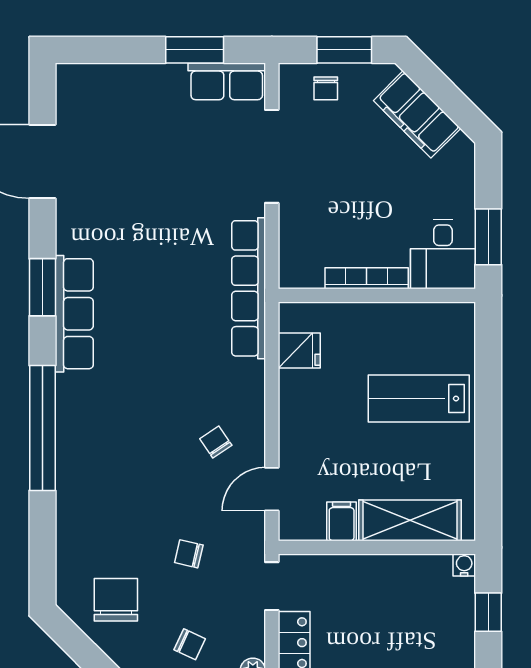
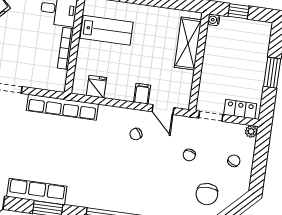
row of seats: (74, 314) -> (37, 191), moved
lab bench: (419, 399) -> (107, 30), moved, turned -90
filing cabinet: (342, 521) -> (142, 94), moved, turned 90
chair: (116, 600) -> (207, 194), turned -90

